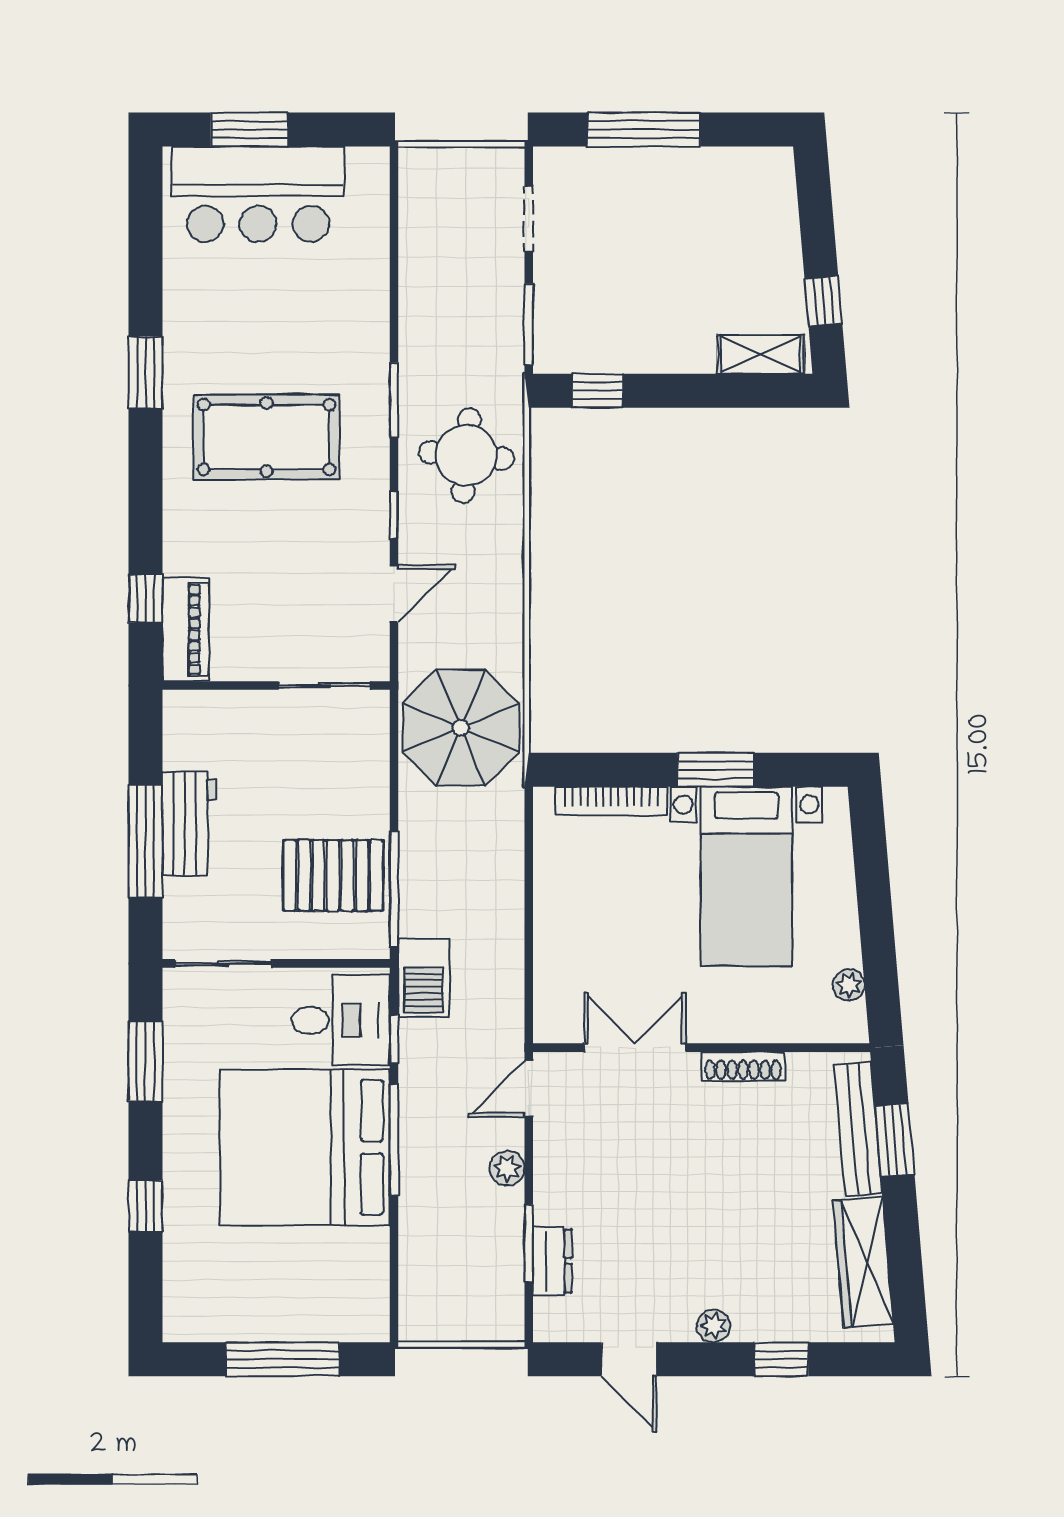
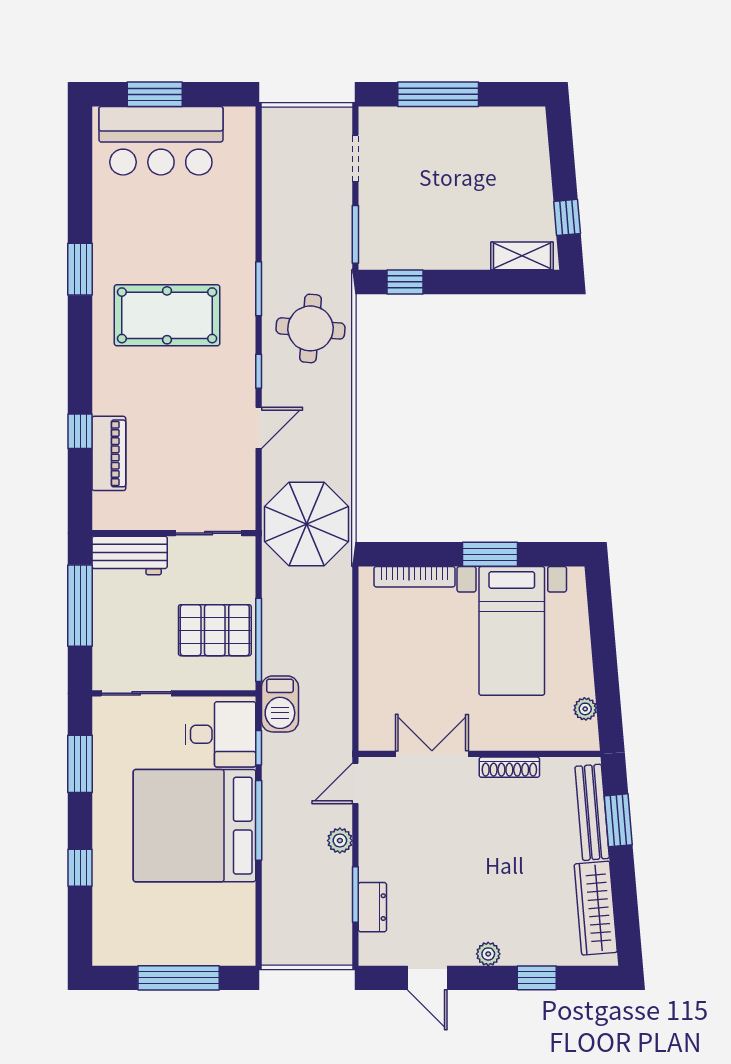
wall: (276, 685) -> (174, 533), moved
sliding door: (324, 685) -> (209, 533), moved
workbench: (189, 823) -> (130, 555), moved, turned 90

